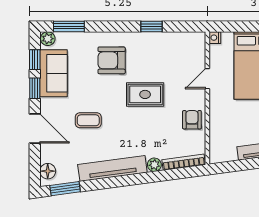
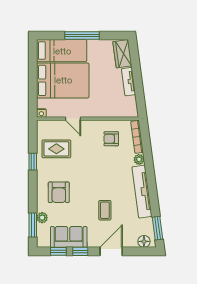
plant: (48, 39) -> (42, 218), moved
rug: (145, 94) -> (56, 149), moved, turned 90
armchair: (192, 120) -> (111, 139), moved

